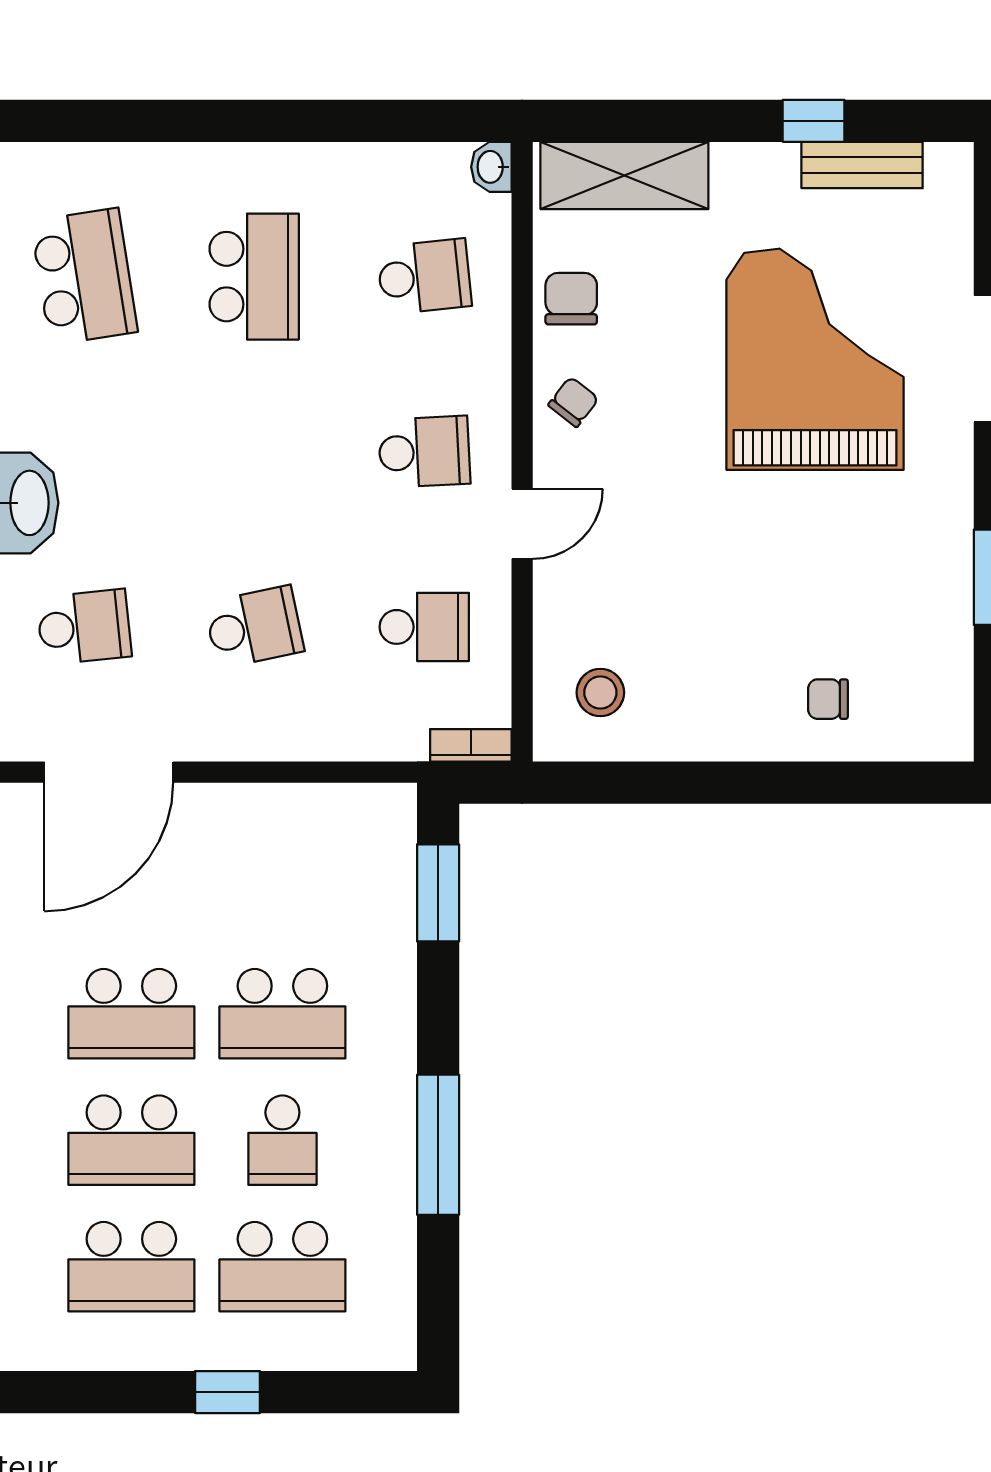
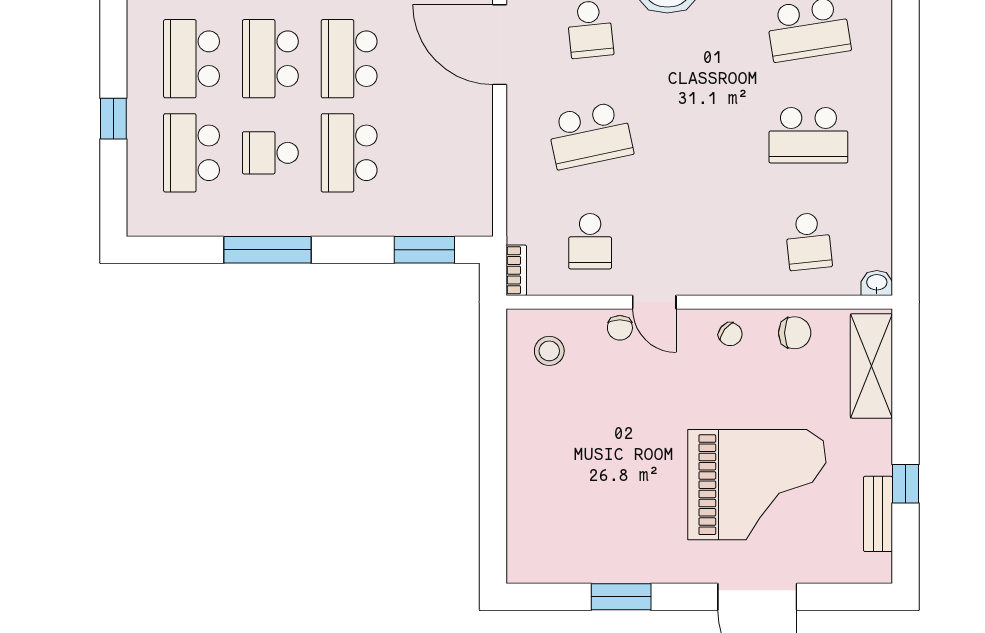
school desk: (424, 452) -> (699, 241), removed
school desk: (254, 627) -> (590, 135), width x1.85
chair: (828, 699) -> (620, 328), moved, turned 180

